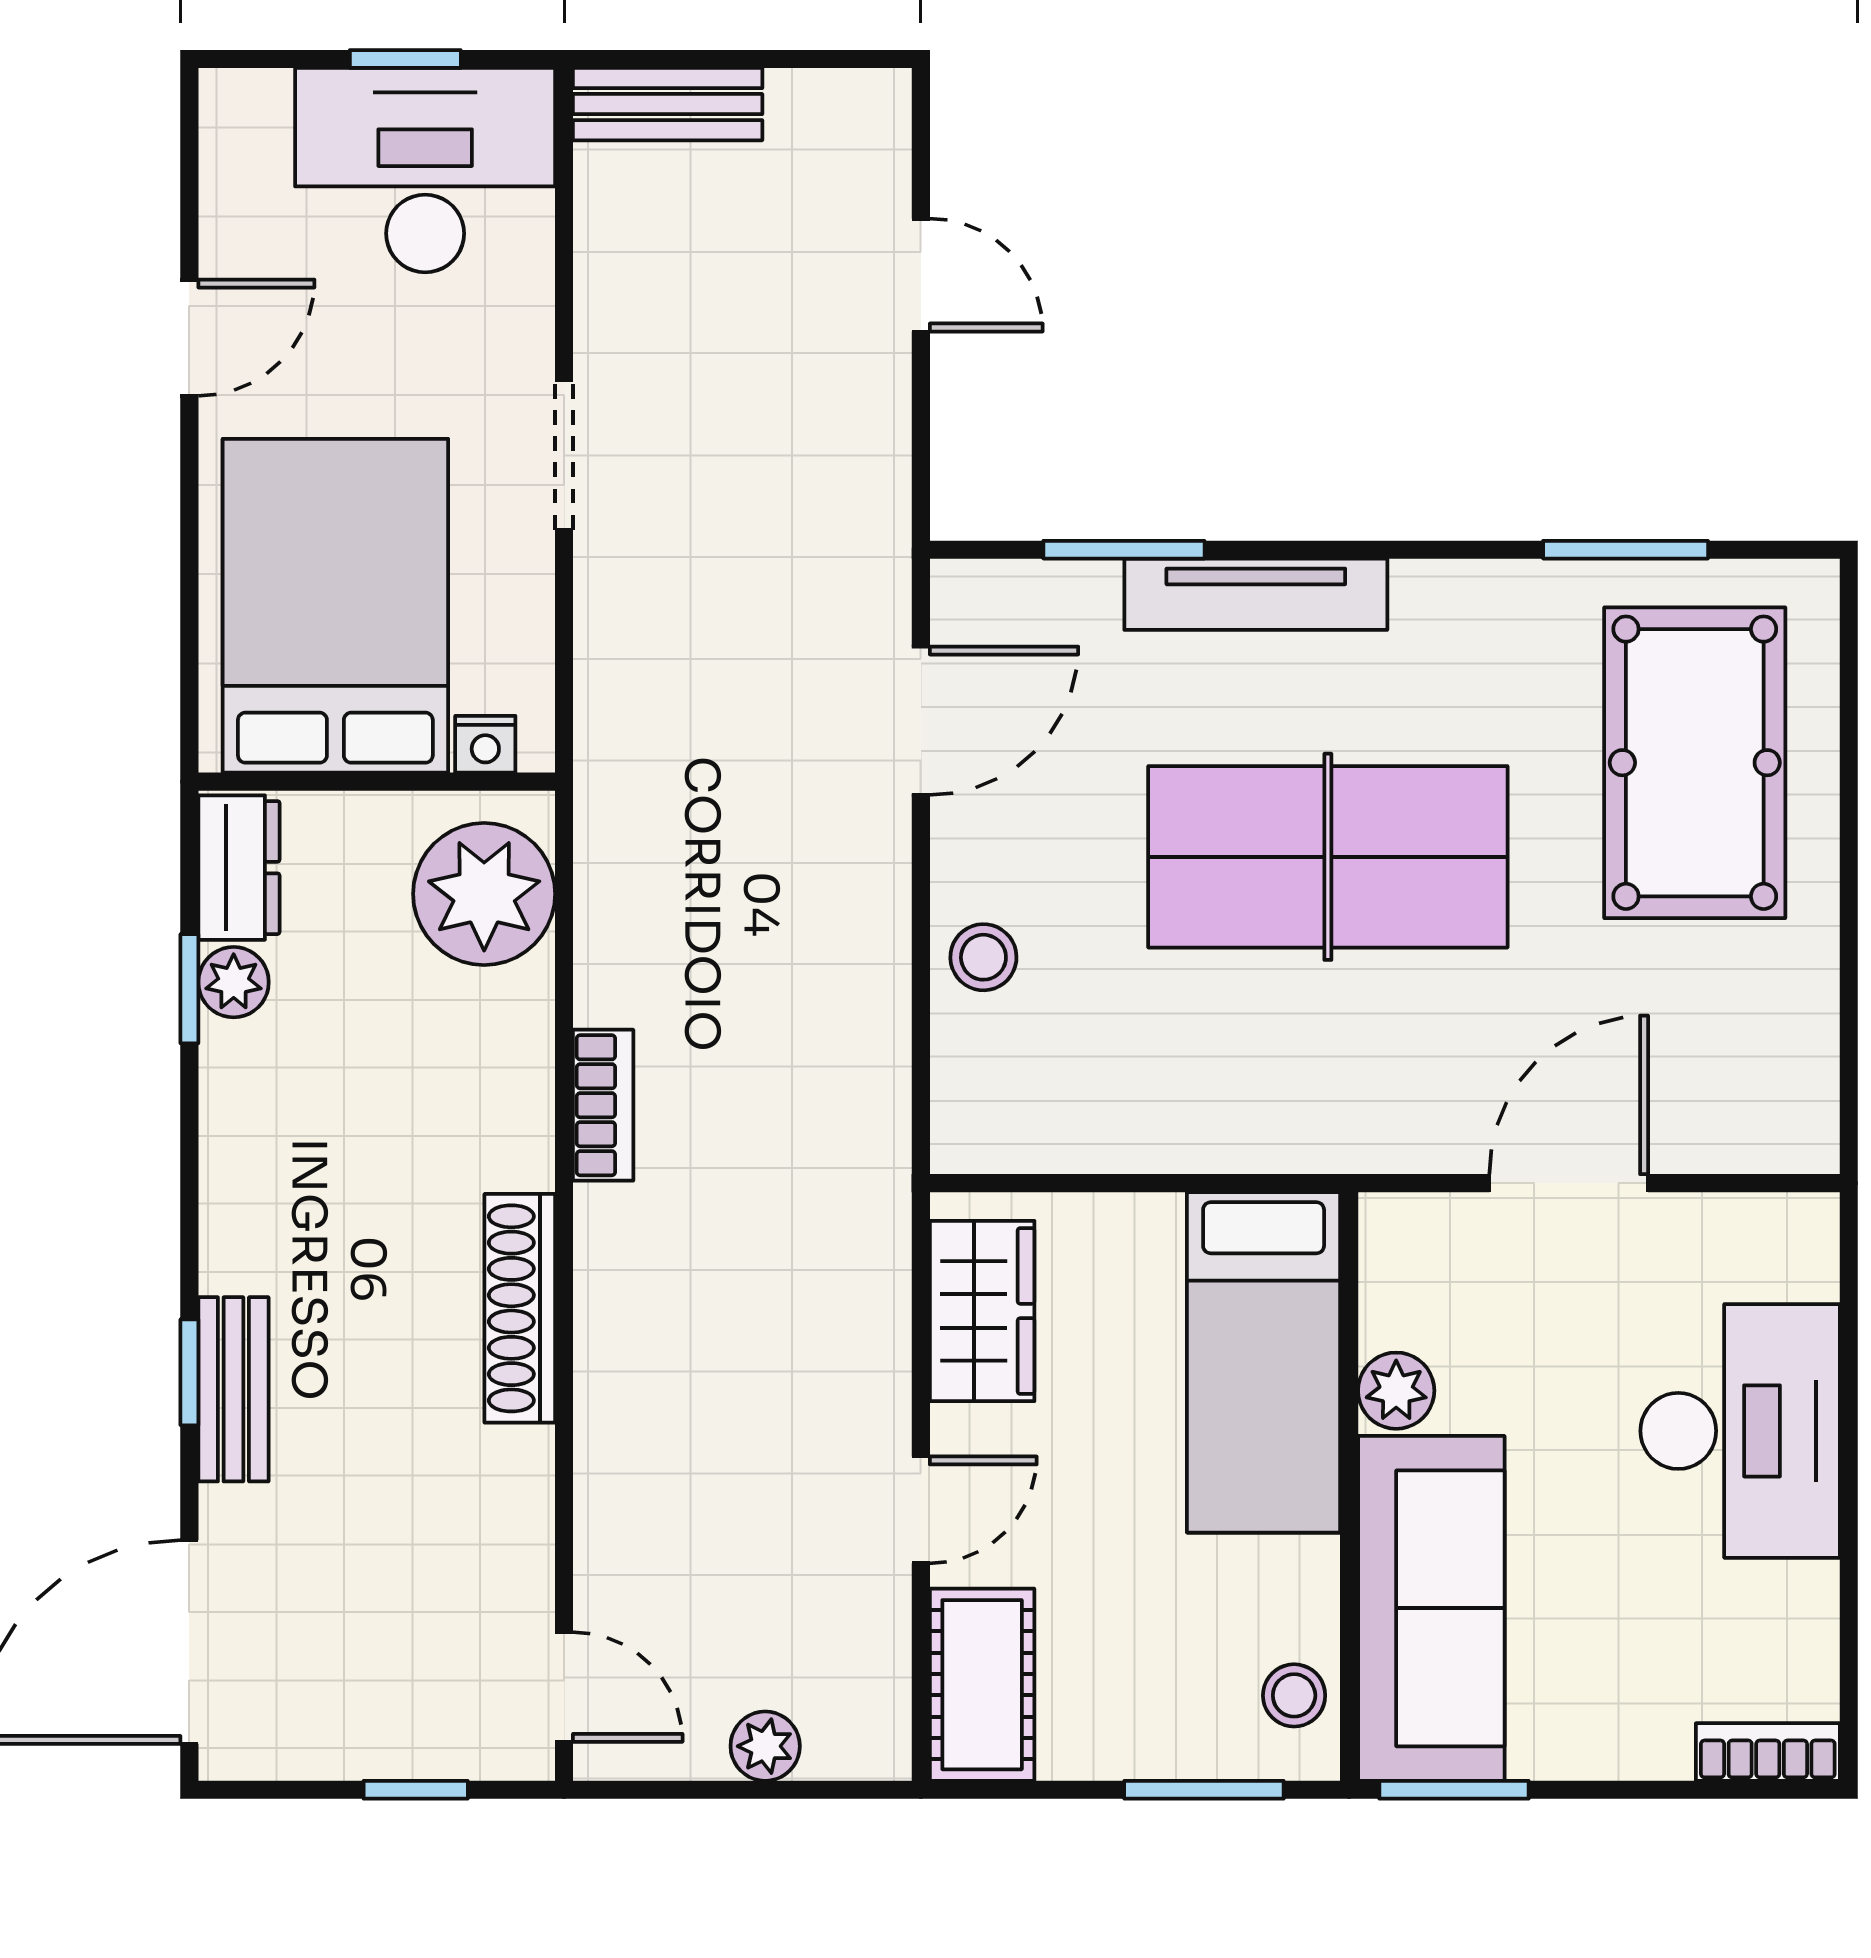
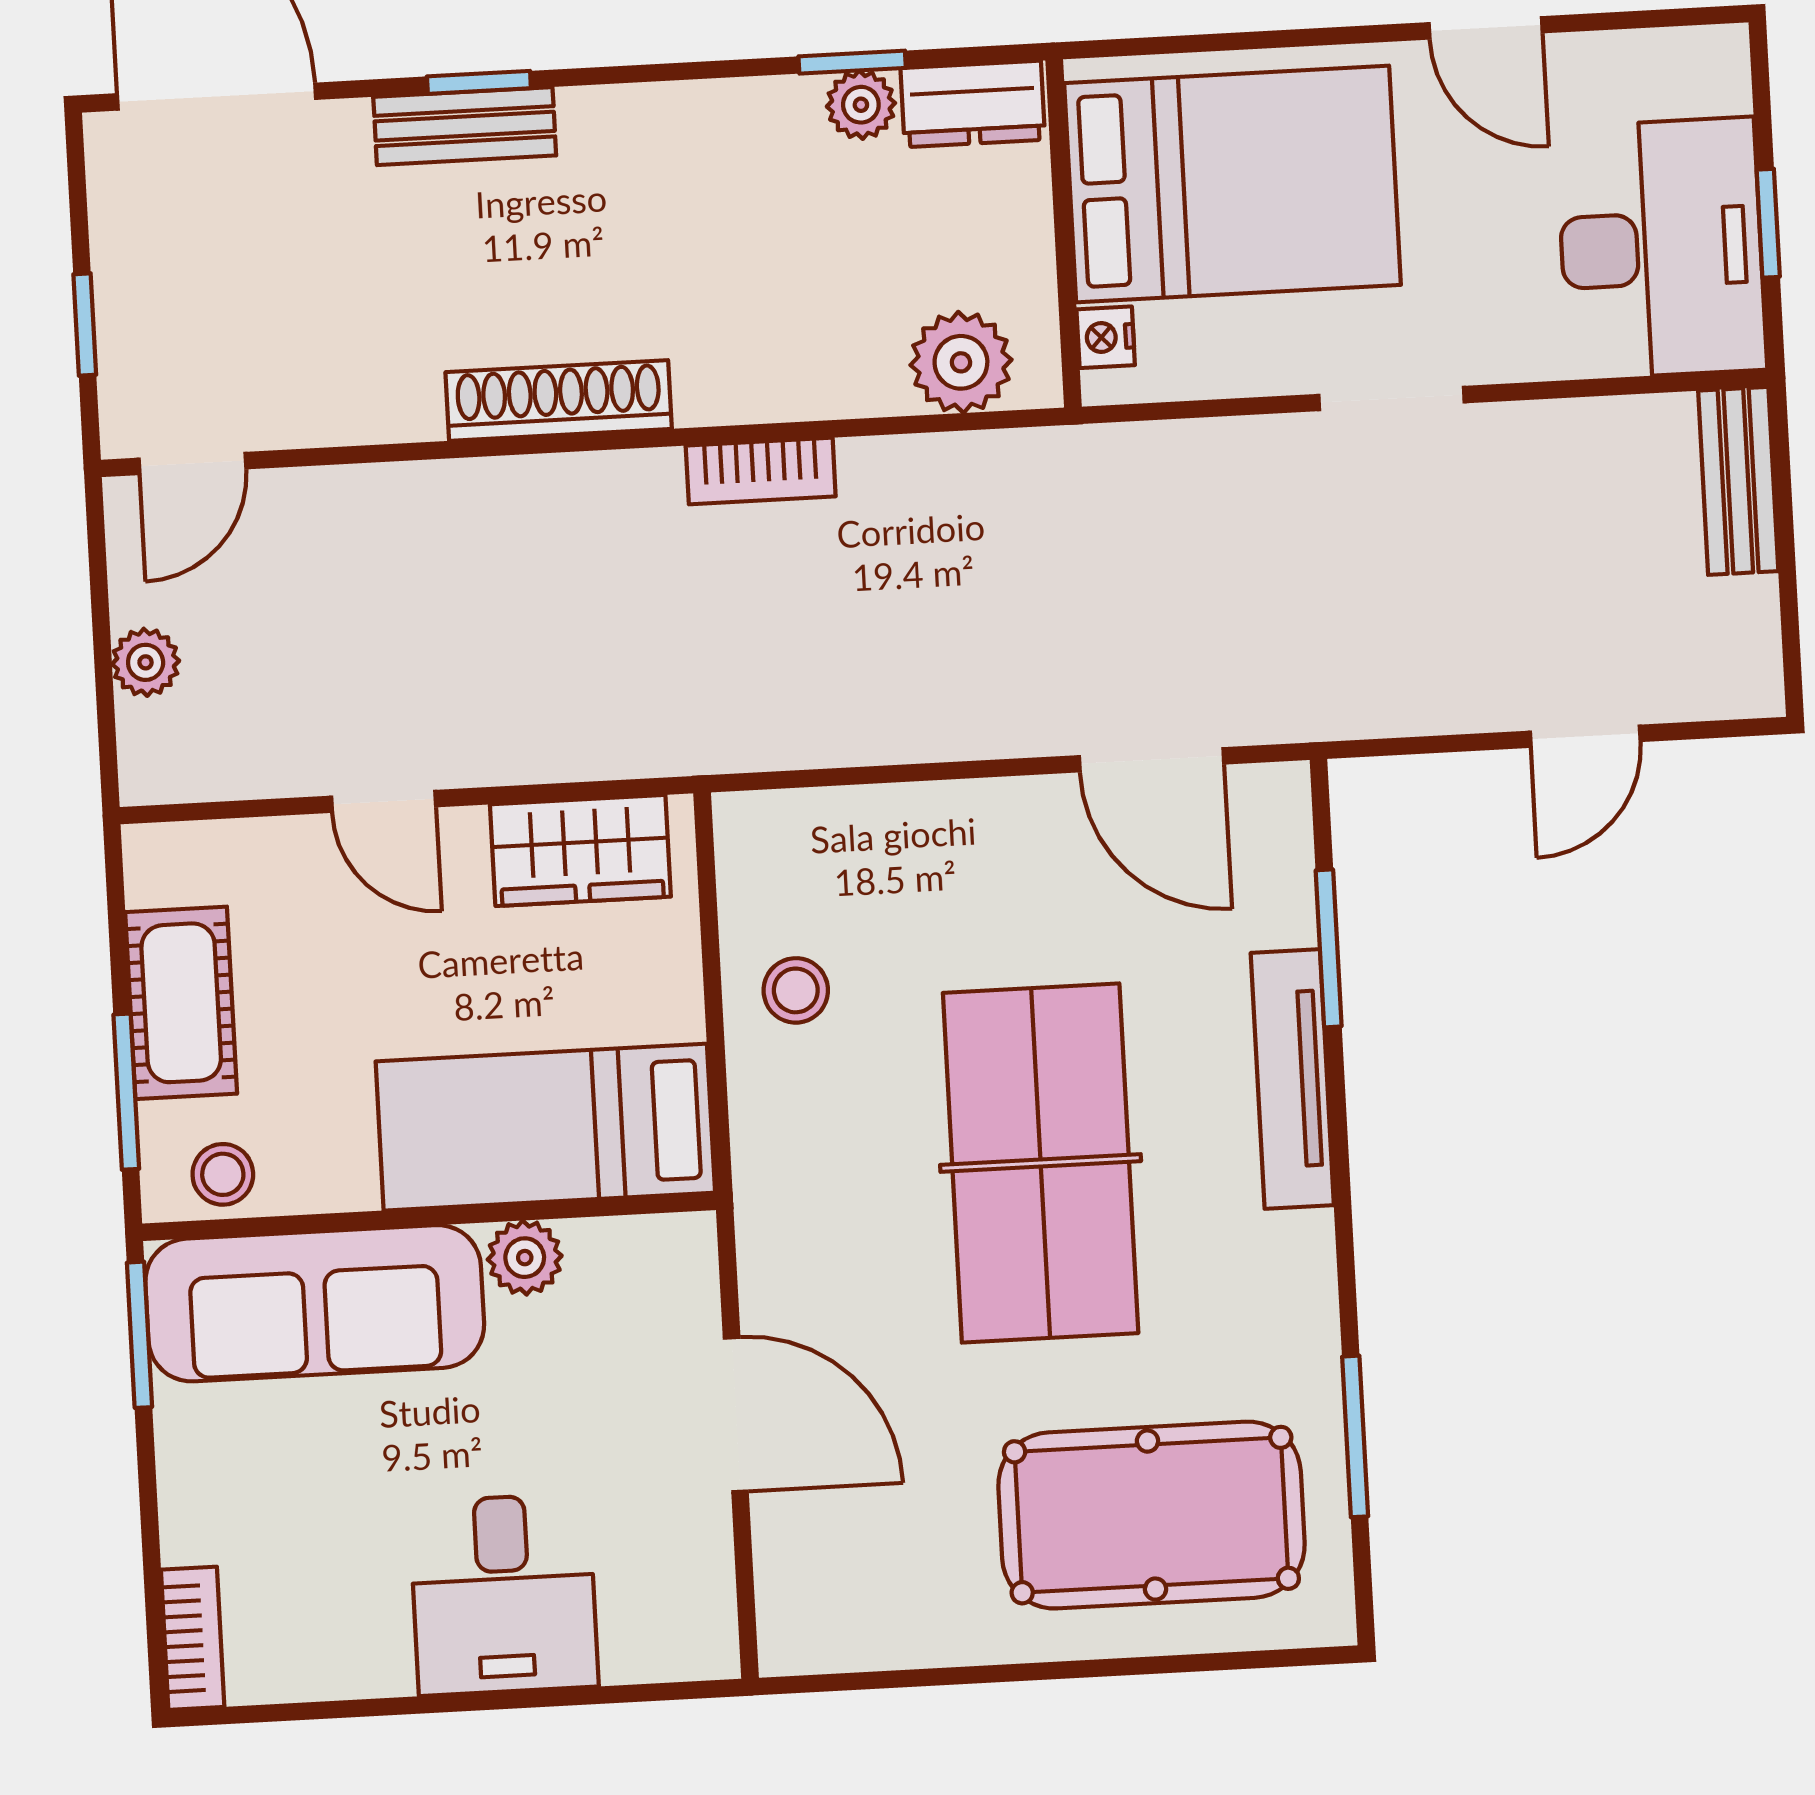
plant: (484, 894) -> (961, 362), width x0.73, depth x0.73
stool: (983, 957) -> (796, 990), moved
desk: (1740, 1431) -> (504, 1594), width x0.73
cot: (982, 1685) -> (181, 1003), moved, turned 90

